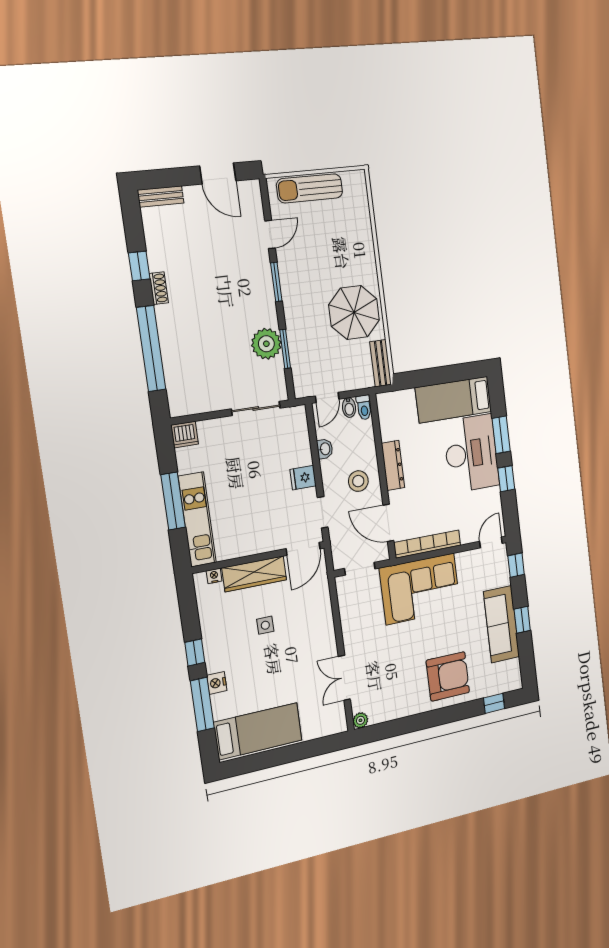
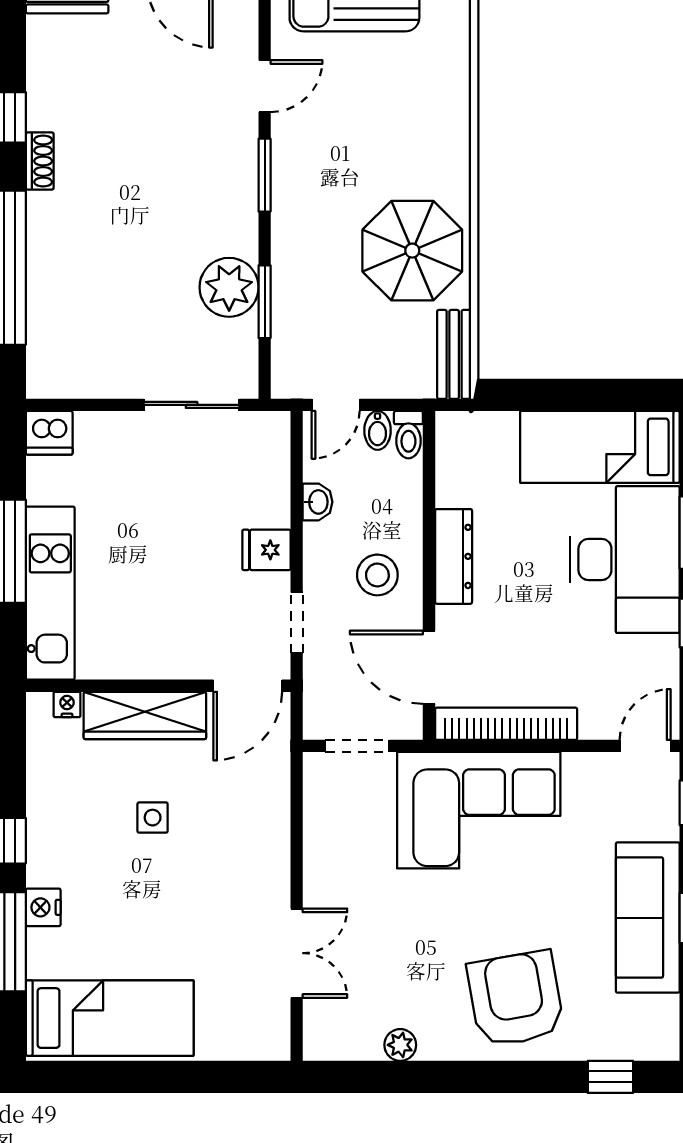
armchair: (448, 676) -> (516, 999), turned -100
double door: (344, 678) -> (297, 953), swing flipped
plant: (360, 720) -> (400, 1045), moved

